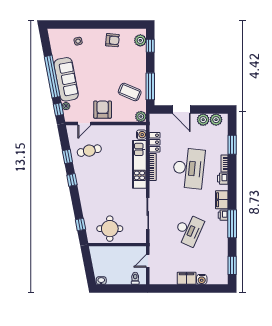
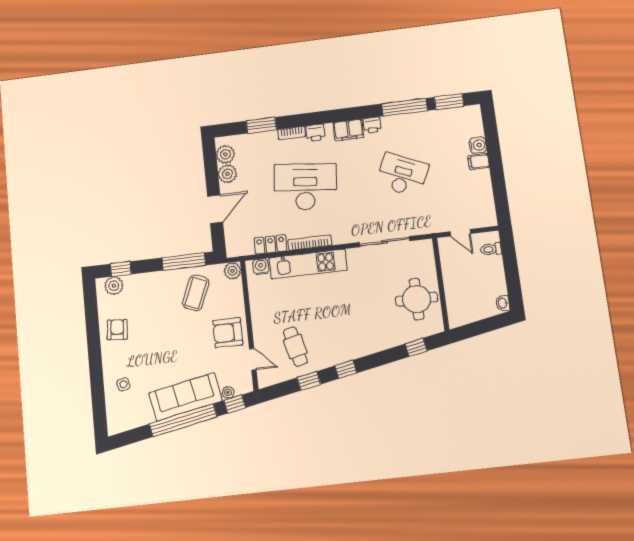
window: (232, 224) -> (405, 107), moved
filing cabinet: (187, 278) -> (478, 162), width x0.50

